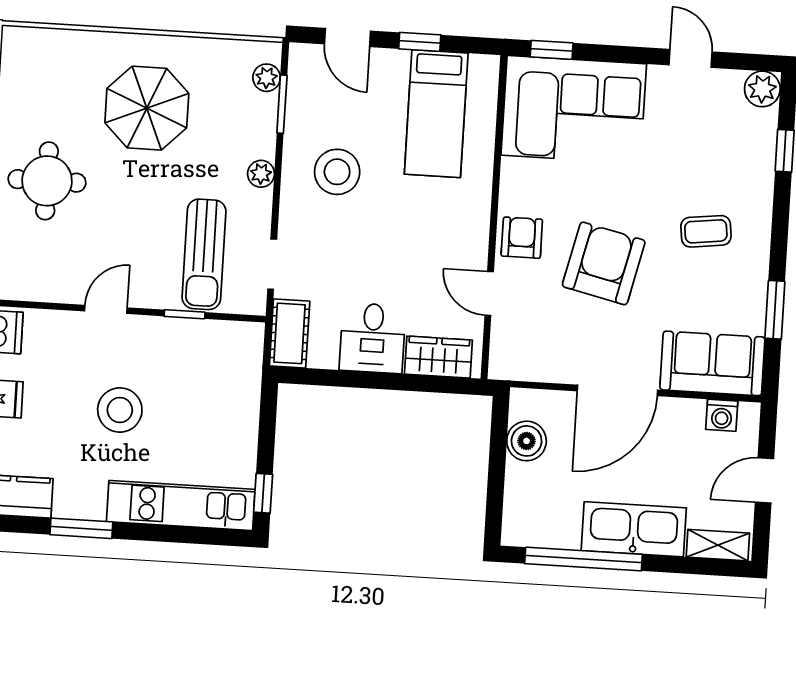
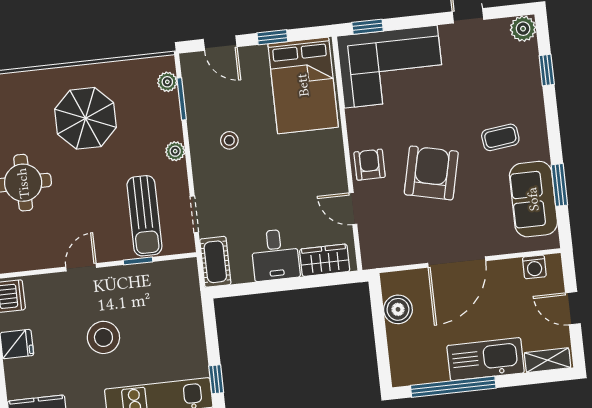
bed: (436, 114) -> (303, 85), width x1.50
stool: (337, 172) -> (229, 140), width x0.53, depth x0.53
sofa: (712, 363) -> (533, 199), moved, turned -90
door: (765, 480) -> (573, 308), hinge flipped

